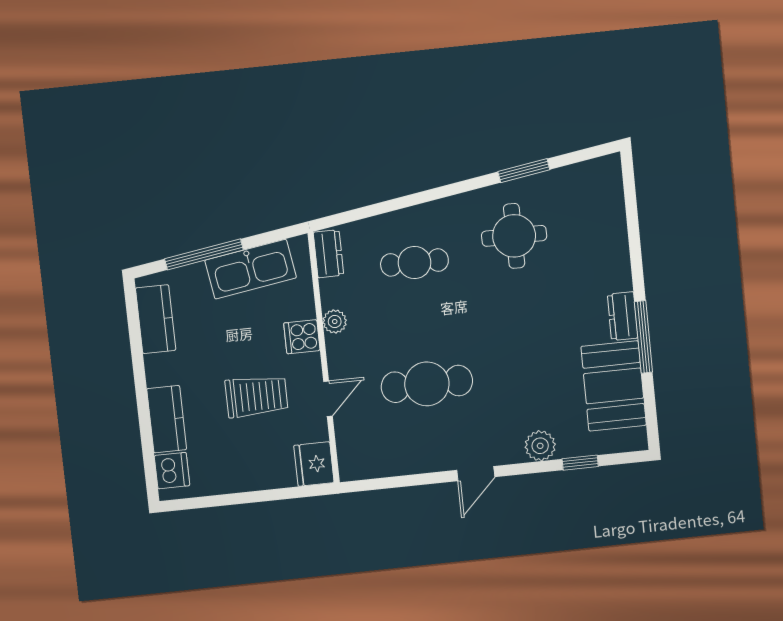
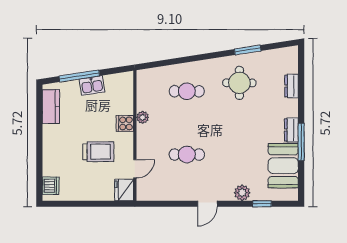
dresser: (328, 254) -> (292, 86), moved, turned 180
kitchen sink: (251, 269) -> (92, 85), width x0.53, depth x0.81
cafe table: (427, 384) -> (187, 155), width x0.73, depth x0.74
door: (328, 399) -> (135, 169), moved
kitchen counter: (167, 419) -> (51, 159), removed

